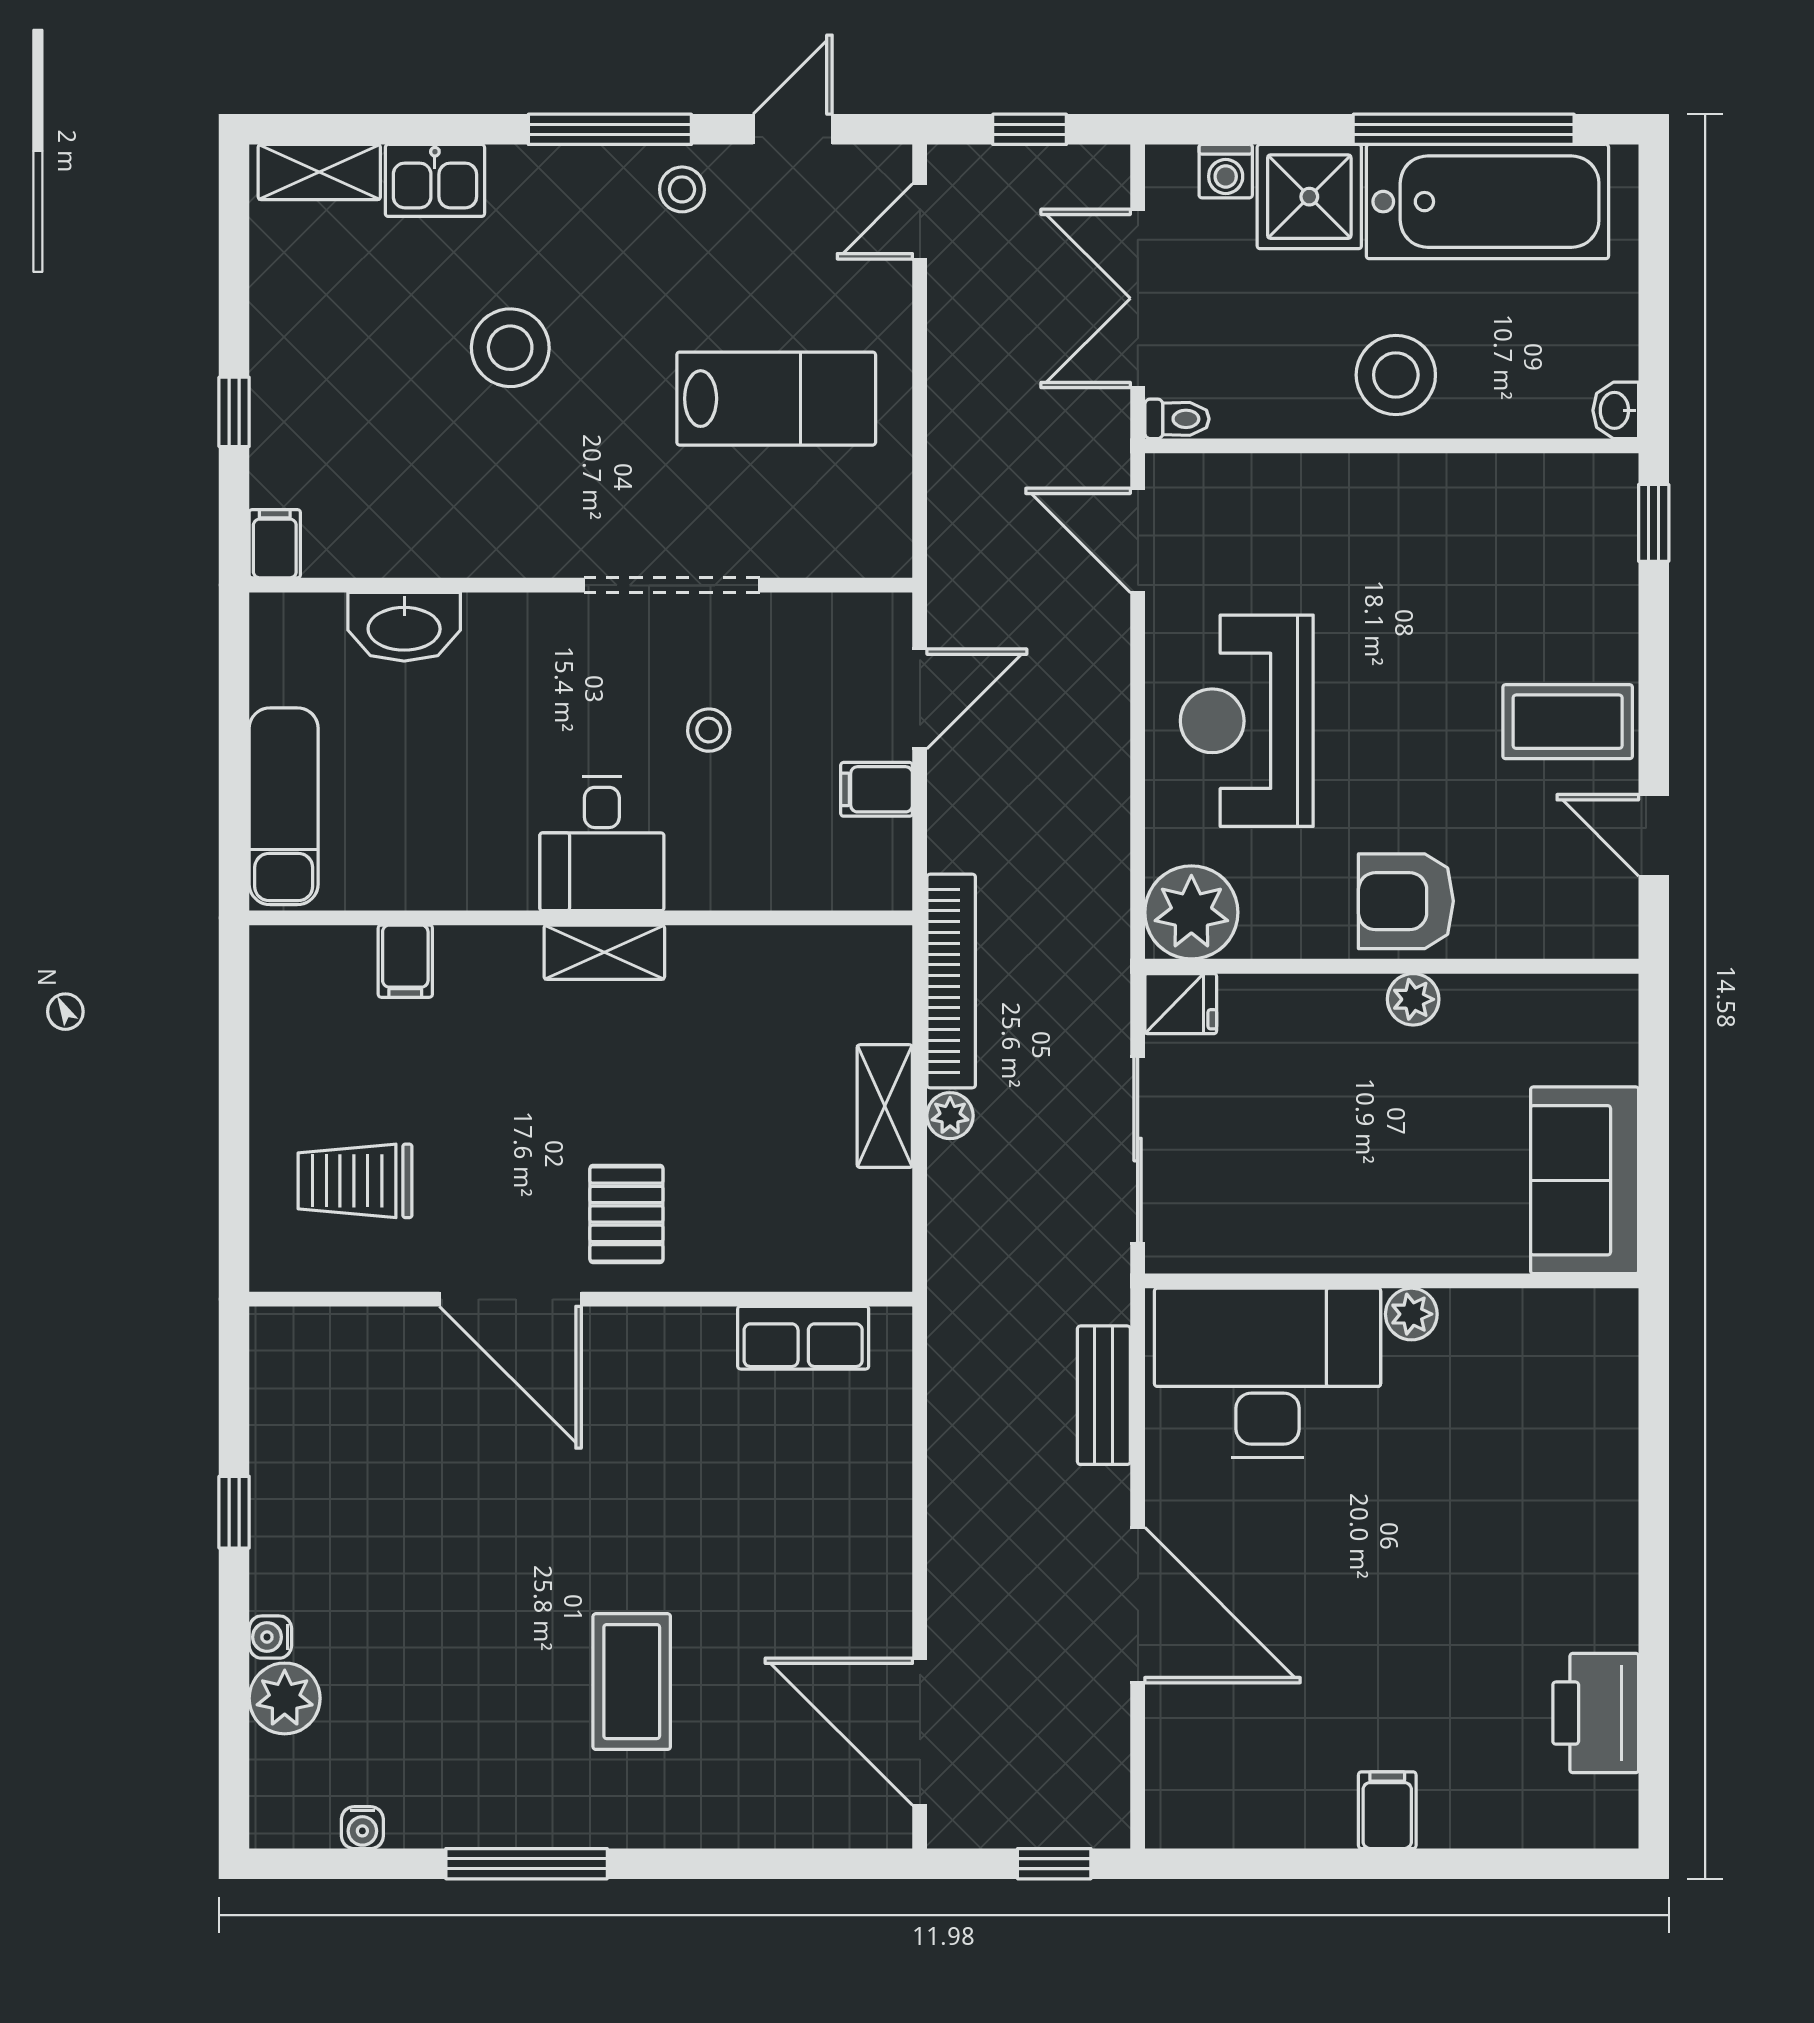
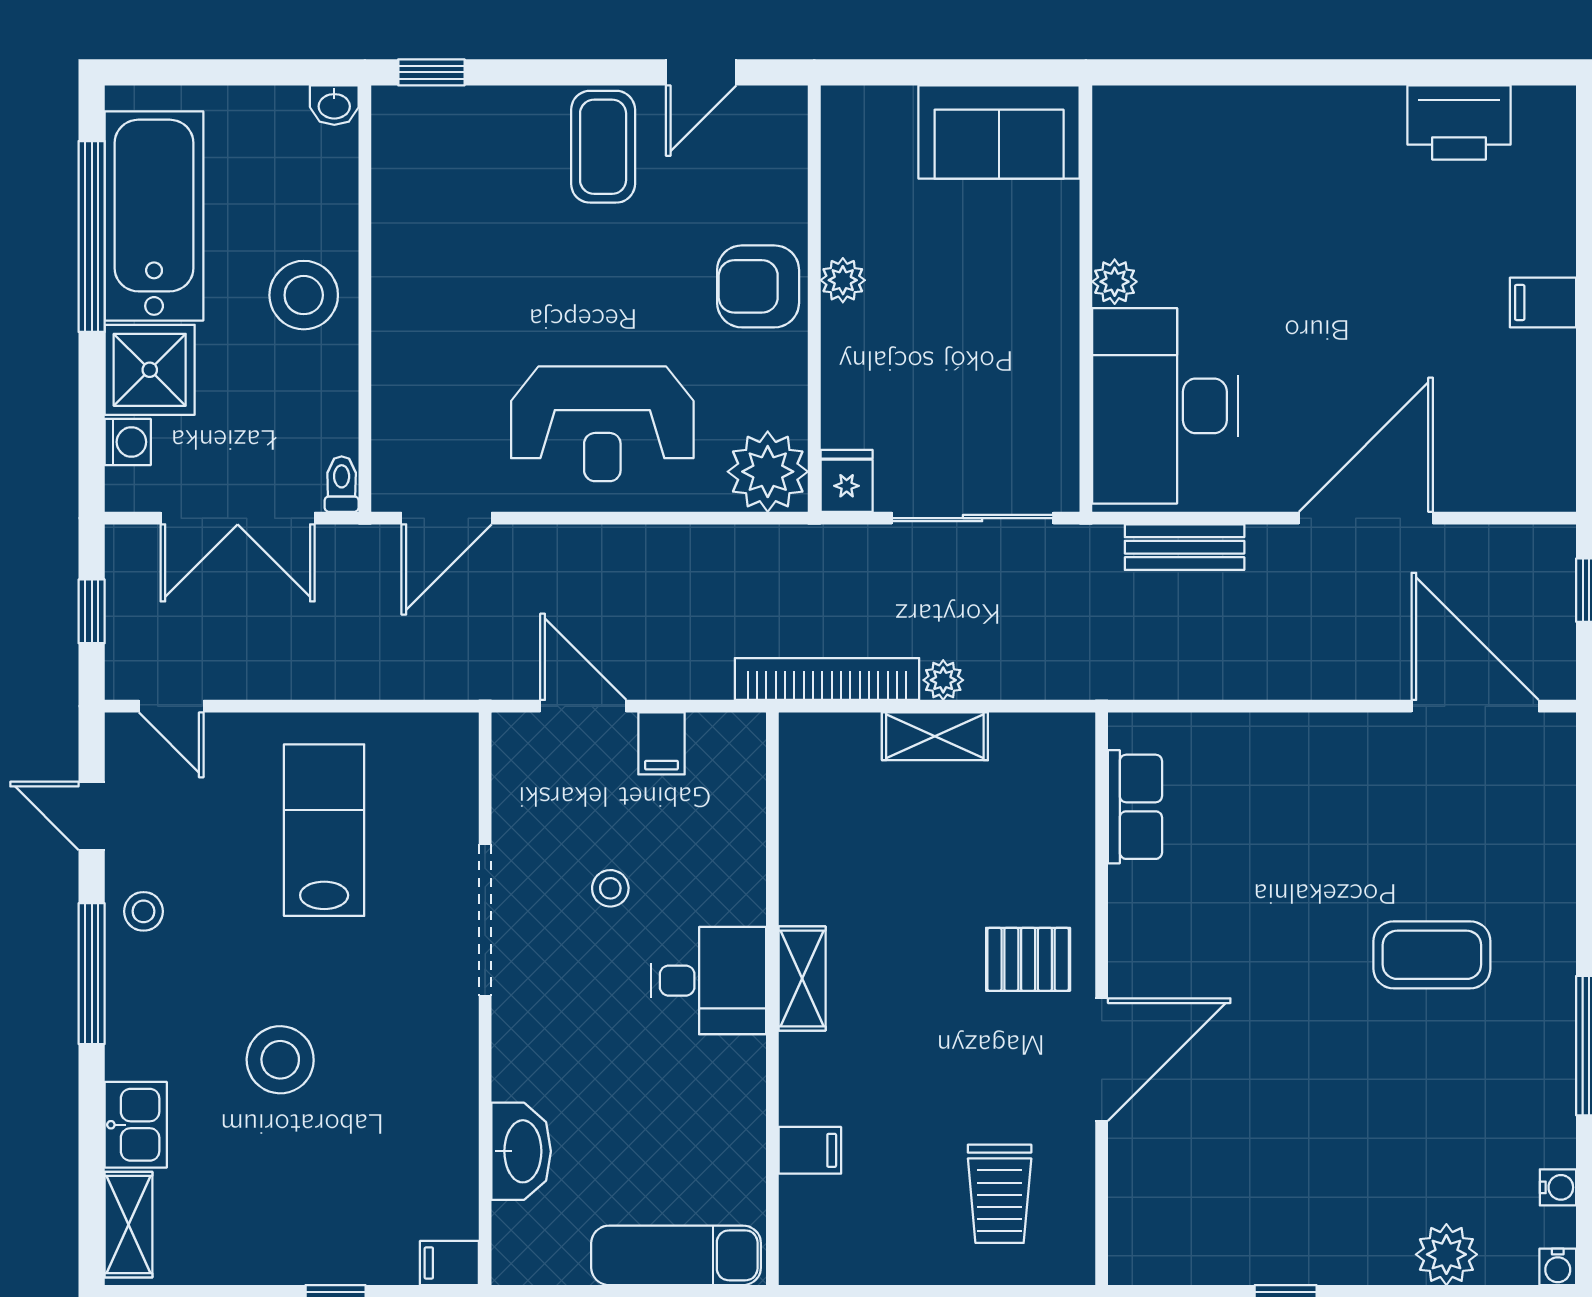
armchair: (1406, 901) -> (758, 286), turned 90
water cooler: (270, 1637) -> (1558, 1267), moved
door: (920, 1732) -> (1475, 706), swing flipped

